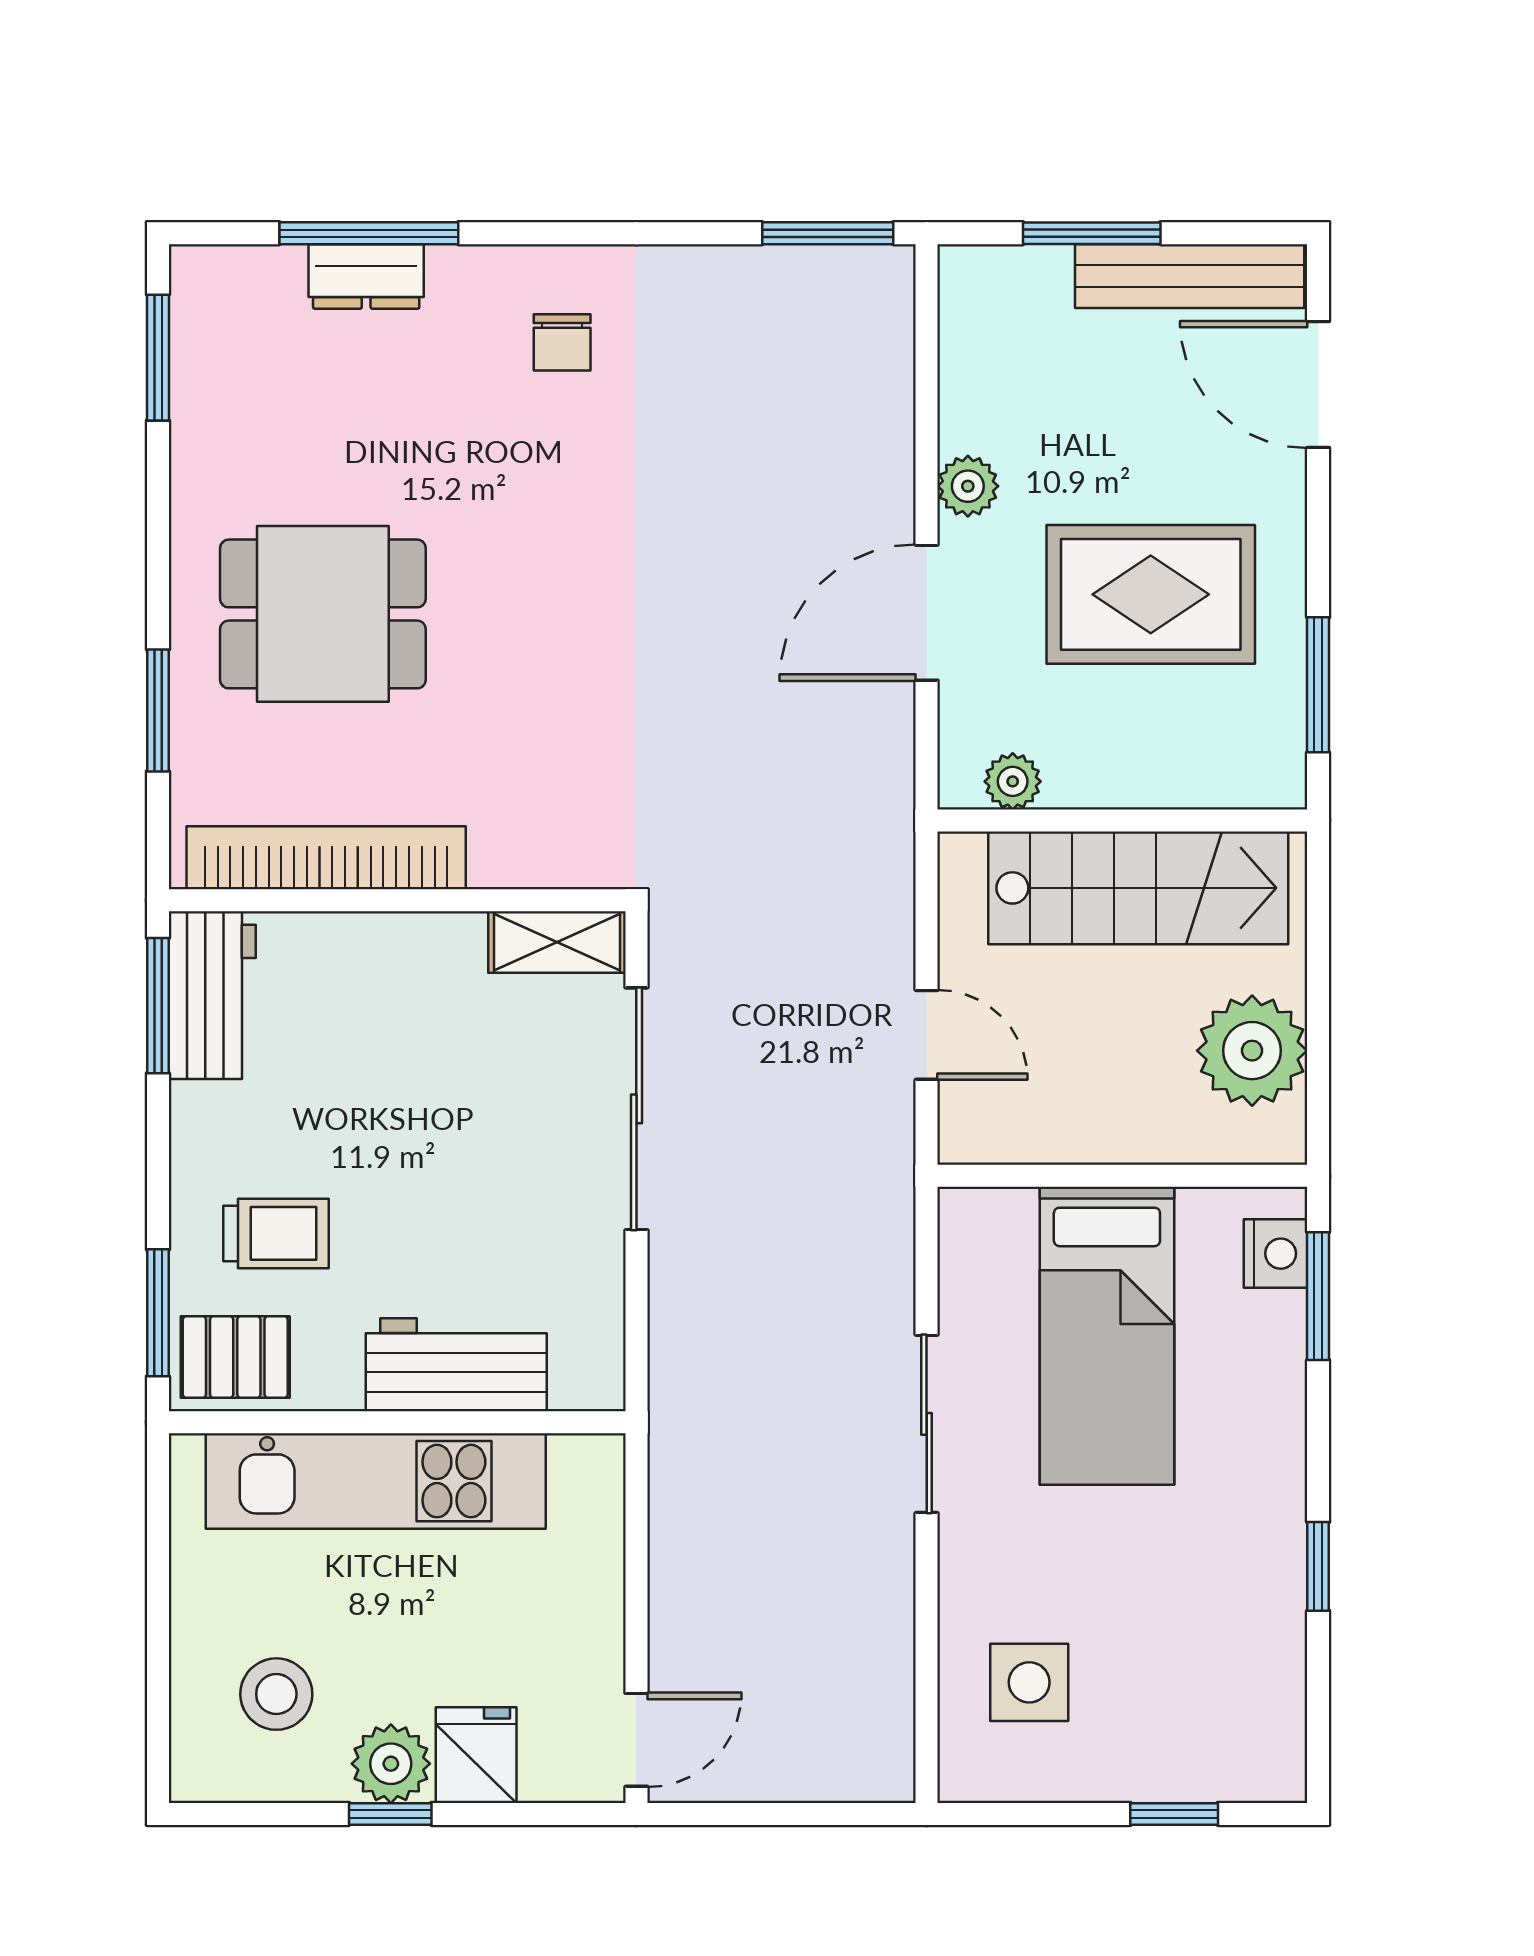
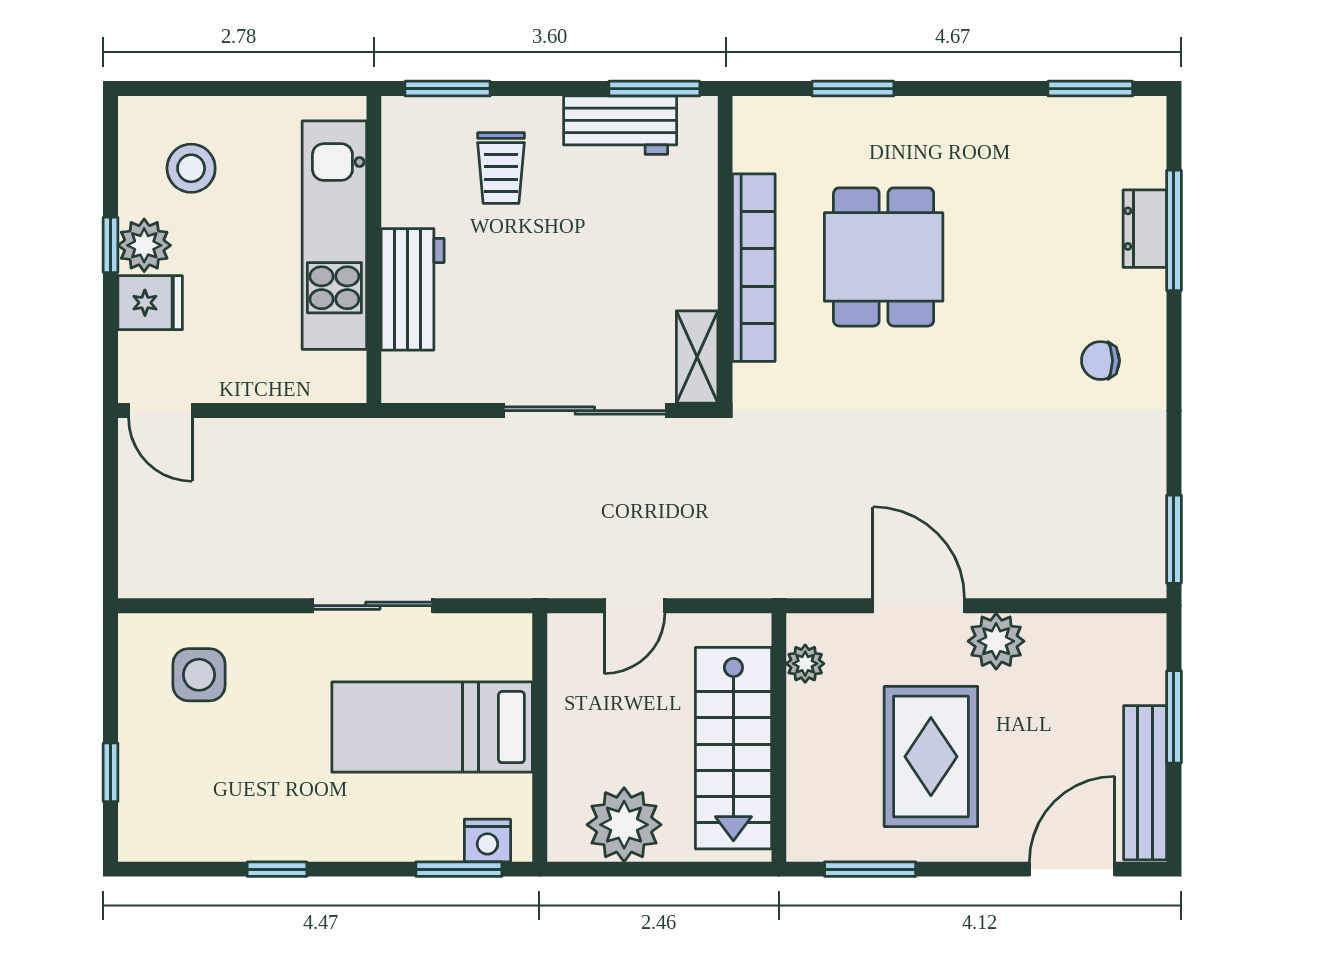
plant: (968, 486) -> (996, 641), width x1.38, depth x1.38
dining table: (323, 614) -> (884, 257), moved
bookcase: (326, 858) -> (754, 268), moved
workbench: (212, 995) -> (620, 125), moved
pallet: (235, 1357) -> (418, 141), removed

